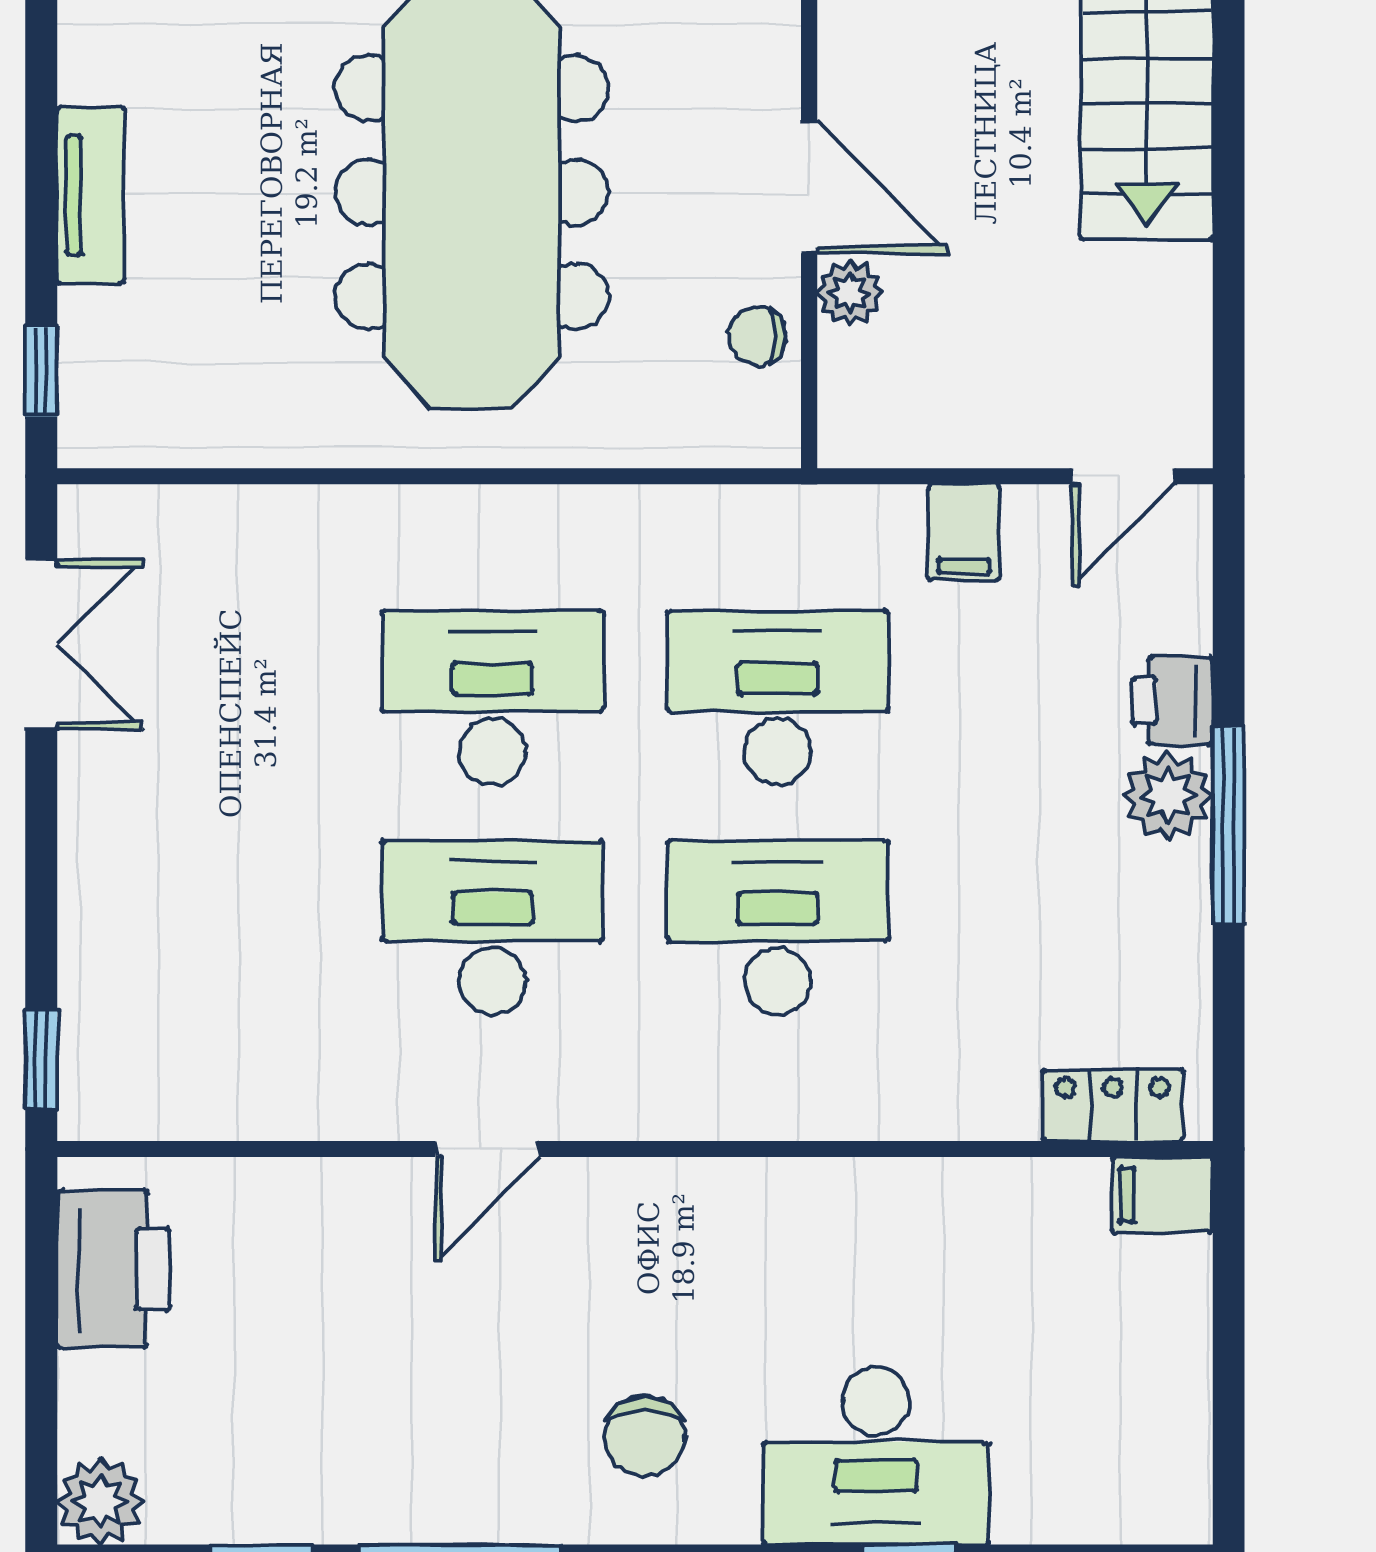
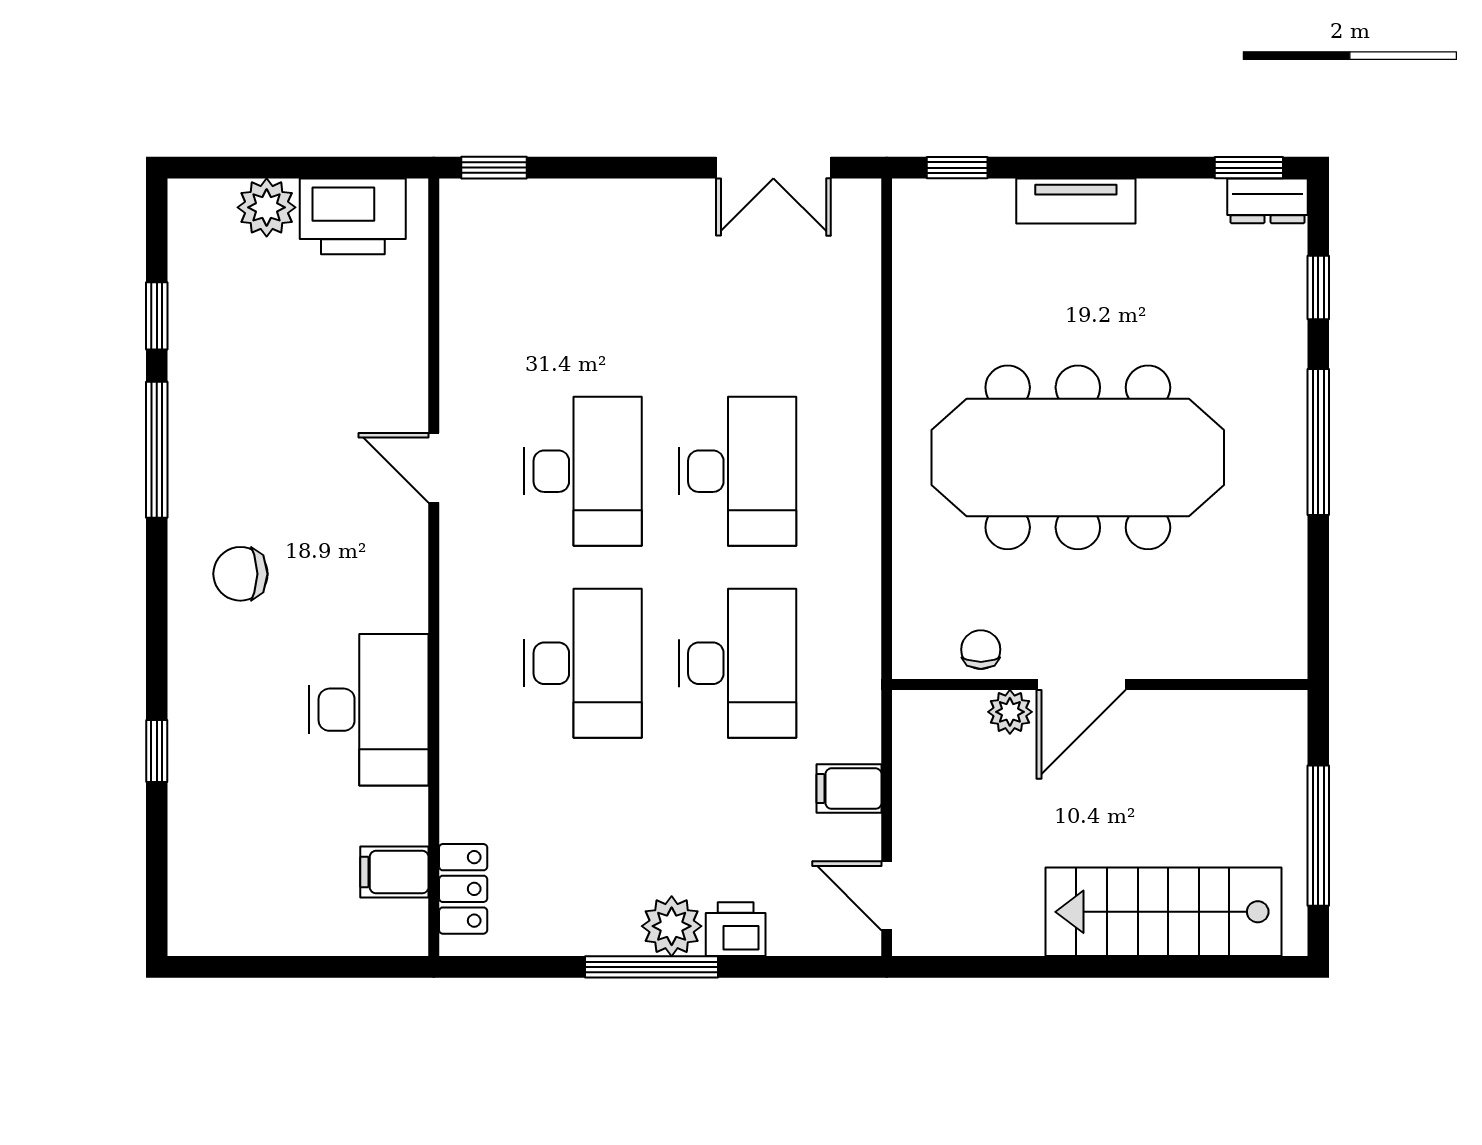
filing cabinet: (1162, 1195) -> (394, 872), moved, turned -90
desk: (876, 1456) -> (369, 710), moved, turned 180
plant: (100, 1501) -> (267, 207), moved

